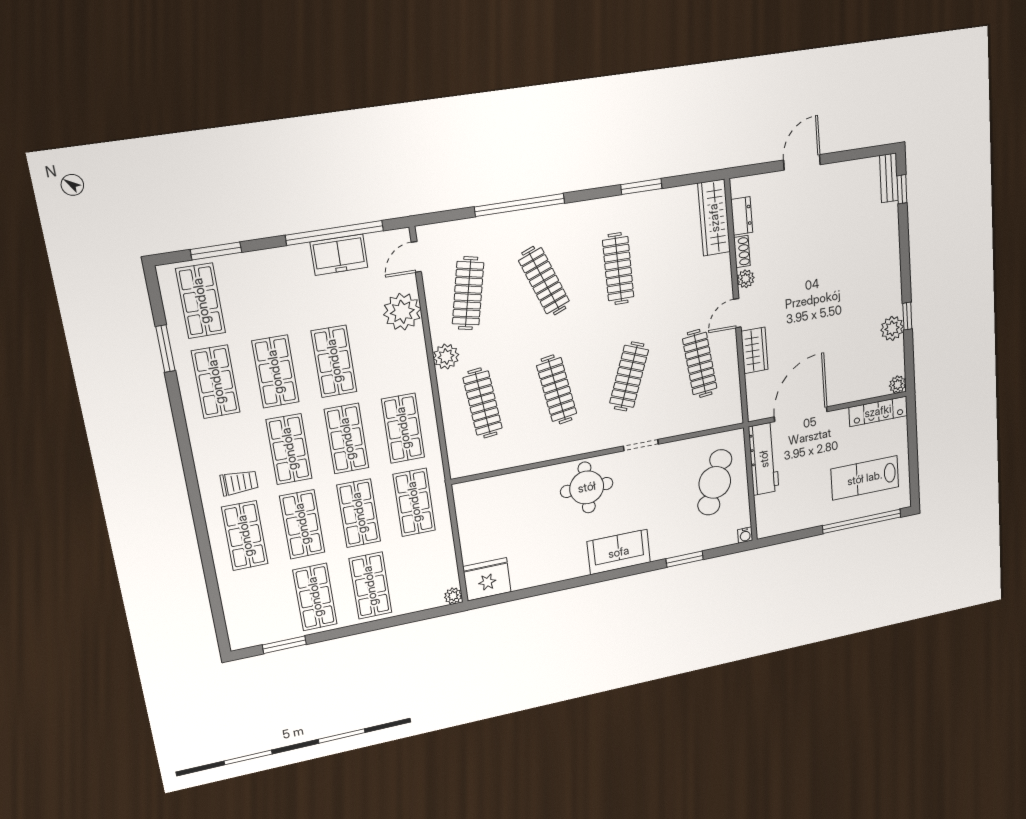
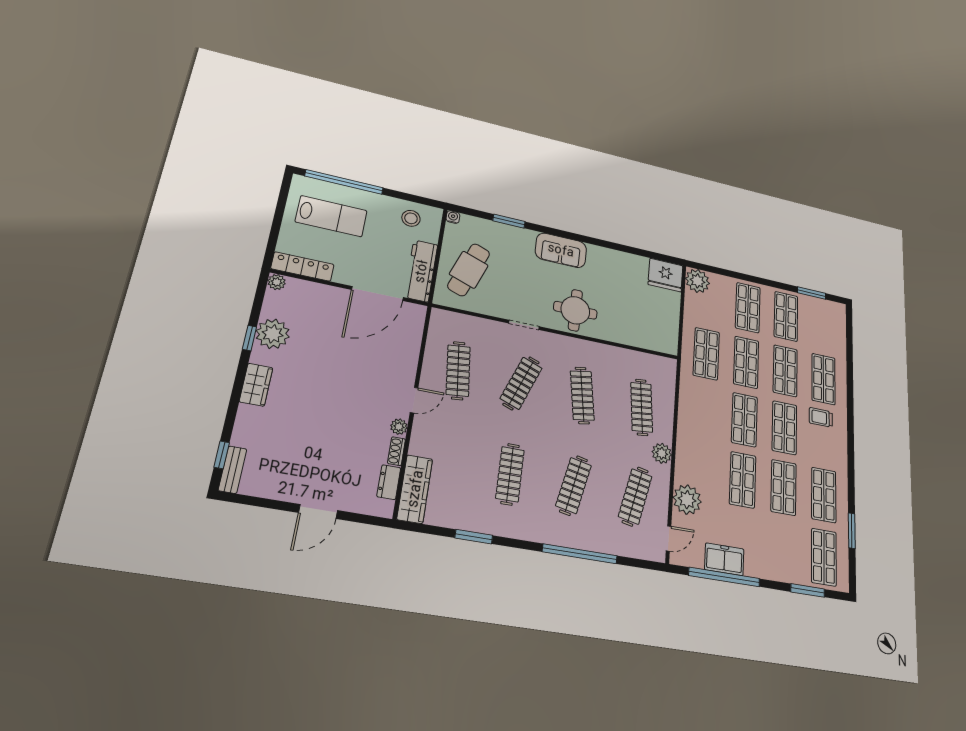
clothes rail: (544, 281) -> (574, 485), turned 33
plant: (892, 328) -> (273, 334), width x1.36, depth x1.36
wardrobe: (754, 350) -> (256, 385), moved, turned 180
shop shelf: (403, 428) -> (704, 411), removed
stool: (787, 513) -> (411, 218), added
plant: (453, 596) -> (697, 281), width x1.88, depth x1.88

